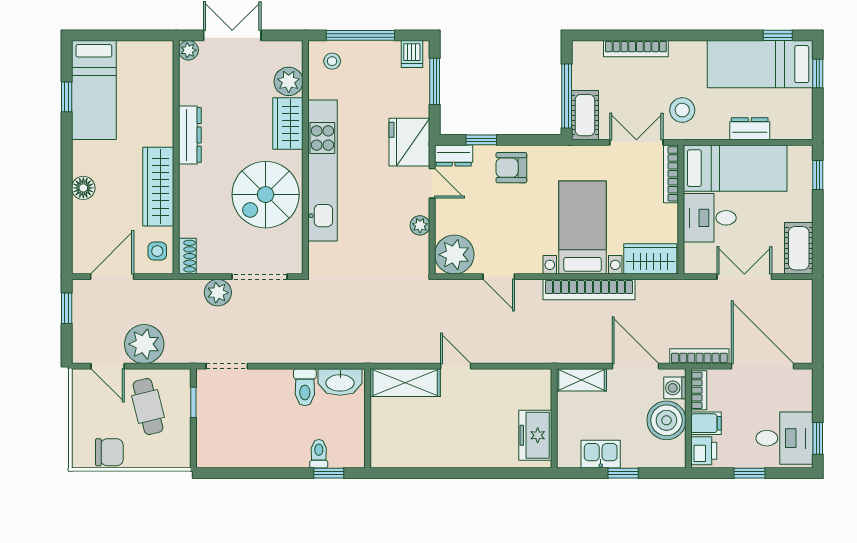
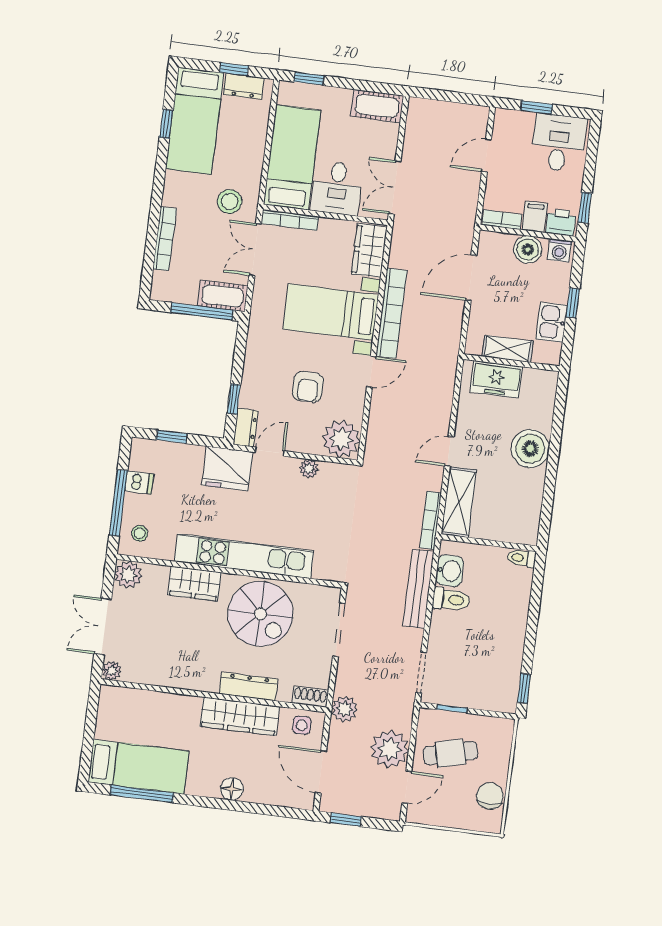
window: (778, 35) -> (166, 124), moved
dishwasher: (412, 54) -> (139, 482), moved
window: (818, 73) -> (234, 69), moved
plant: (289, 81) -> (128, 575), moved
window: (435, 81) -> (172, 437), width x0.67
window: (67, 97) -> (142, 794), width x2.17
dresser: (750, 129) -> (244, 86), moved, turned -90
dresser: (190, 135) -> (249, 687), moved
armchair: (511, 168) -> (308, 387), moved
door: (499, 277) -> (371, 372), moved
double door: (744, 277) -> (395, 187), moved
plant: (218, 293) -> (344, 709), moved
bench: (311, 353) -> (418, 589), added
bookcase: (699, 356) -> (431, 520), moved
door: (762, 366) -> (487, 155), width x0.53
shelving: (581, 380) -> (507, 349), moved, turned 90
washbasin: (340, 382) -> (450, 571), width x0.72
washing machine: (675, 388) -> (559, 250), moved
boiler: (666, 420) -> (528, 249), width x0.73, depth x0.73
freezer: (535, 435) -> (496, 379), moved
window: (818, 438) -> (537, 107), moved
boiler: (469, 449) -> (530, 449), added
toilet: (319, 454) -> (521, 558), moved
window: (329, 473) -> (524, 688), moved
window: (749, 473) -> (585, 208), moved

